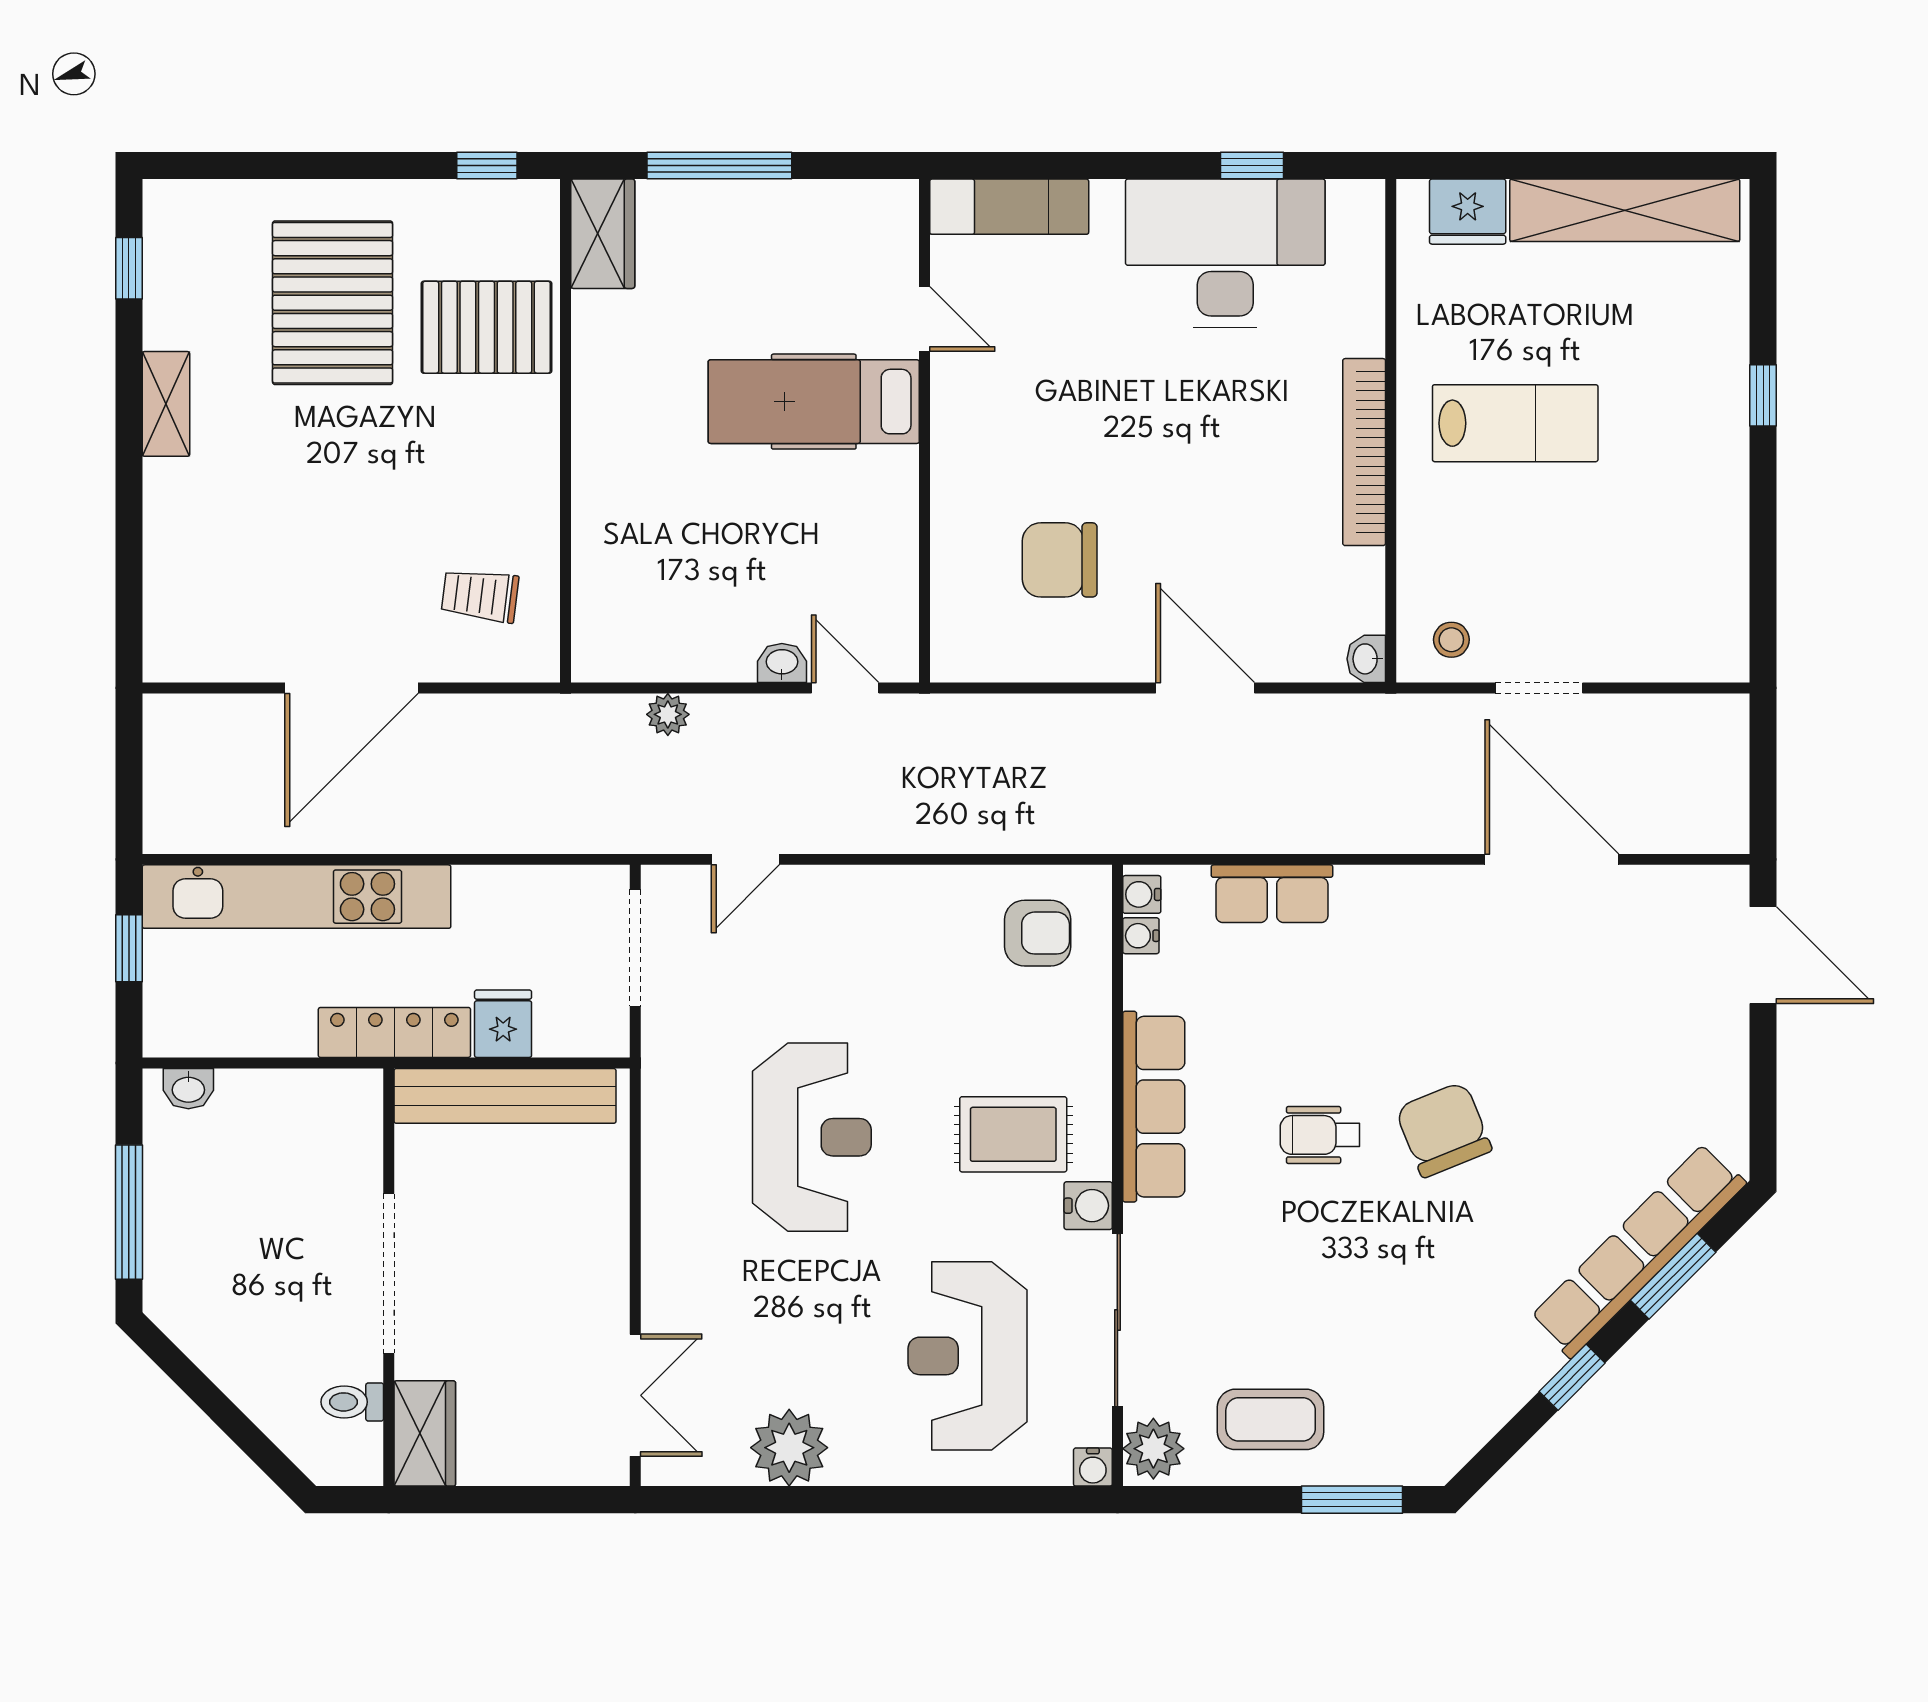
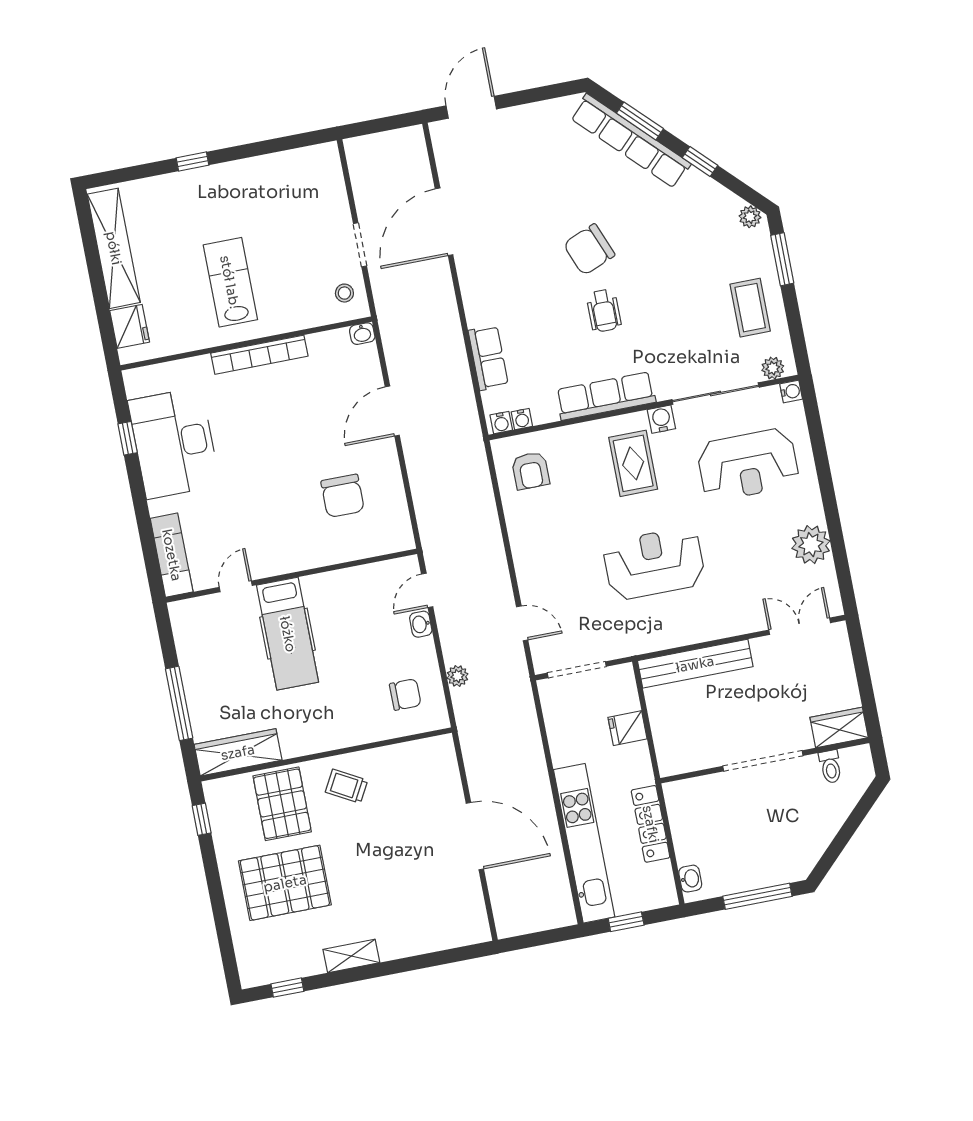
wardrobe: (603, 234) -> (238, 752), width x1.50
trolley: (480, 595) -> (347, 786), moved, turned 112
chair: (652, 606) -> (405, 695), added
armchair: (1038, 933) -> (531, 471), turned 180
locker: (394, 1032) -> (651, 824), moved
bench: (505, 1096) -> (695, 664), moved, turned 90
plant: (1153, 1449) -> (773, 368), width x0.73, depth x0.73
plant: (1446, 1453) -> (750, 217), added

